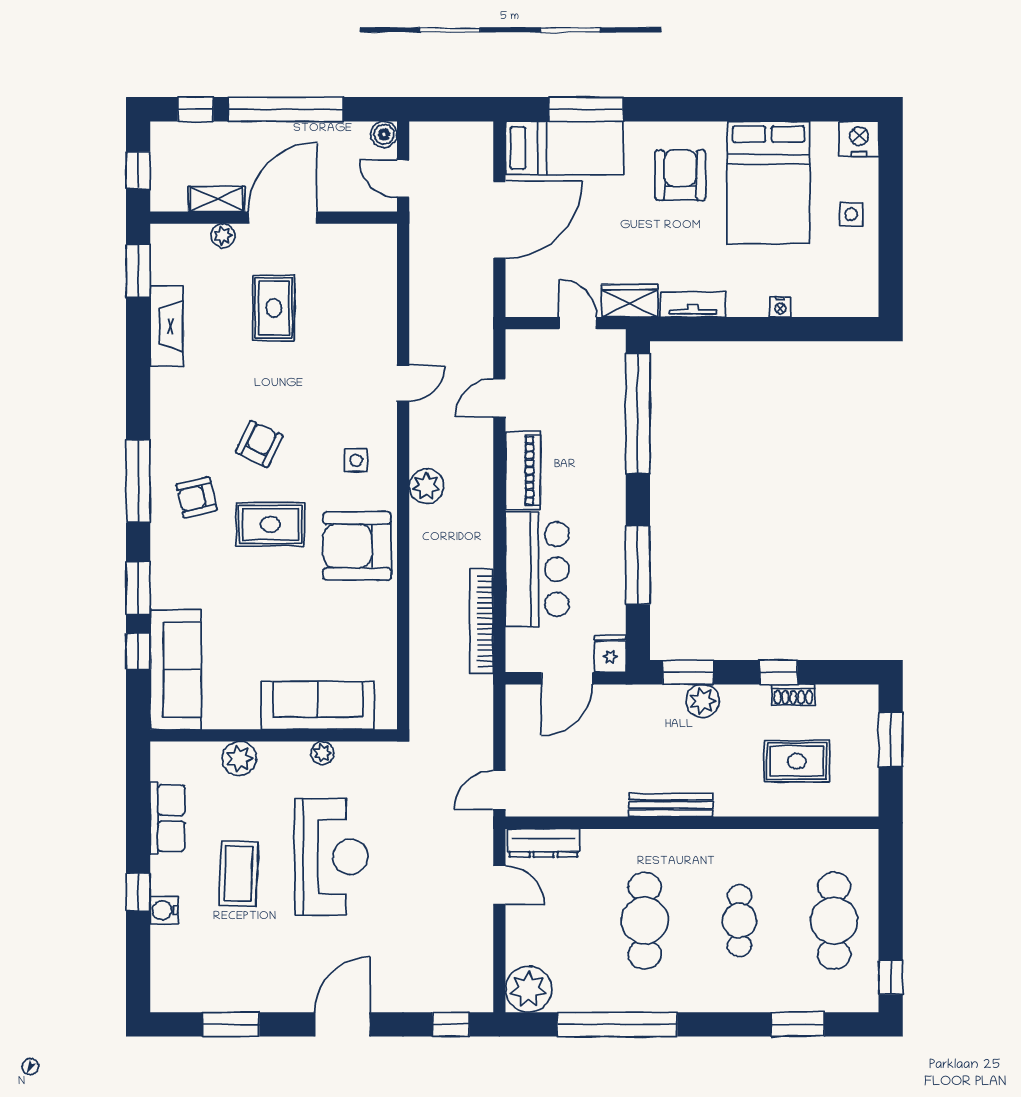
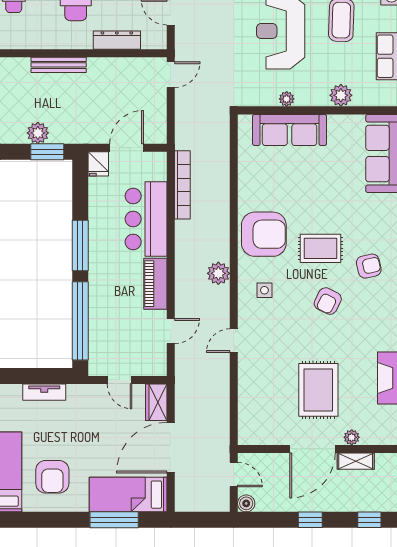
window: (286, 109) -> (310, 520), width x0.32
wardrobe: (630, 301) -> (156, 402), moved, turned 90
rug: (274, 308) -> (318, 390), width x1.36, depth x1.43
window: (638, 565) -> (80, 246), moved
dresser: (544, 843) -> (117, 40), moved

